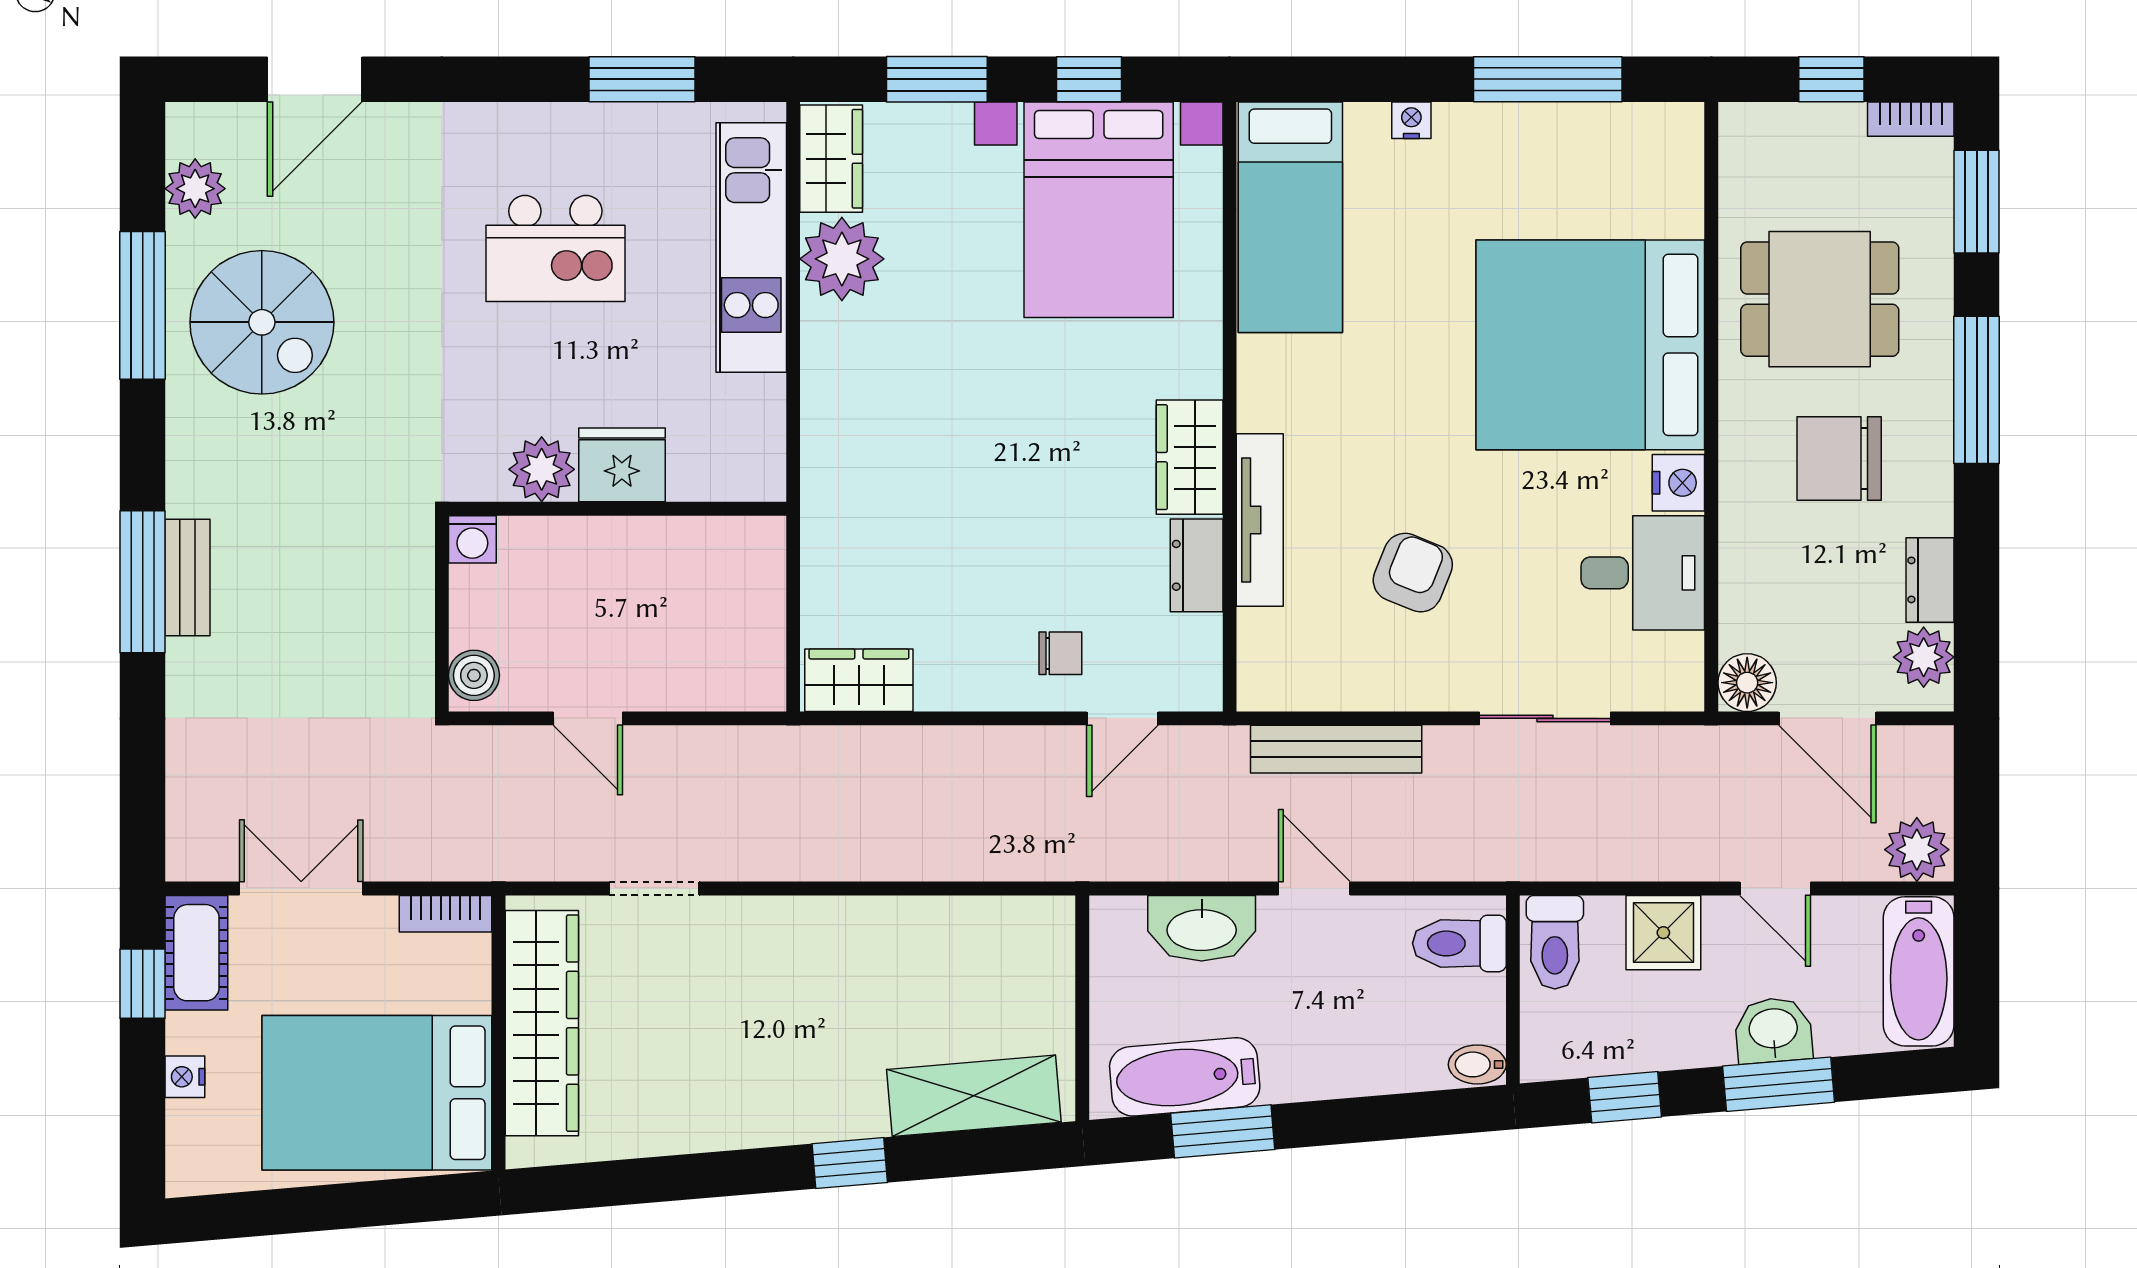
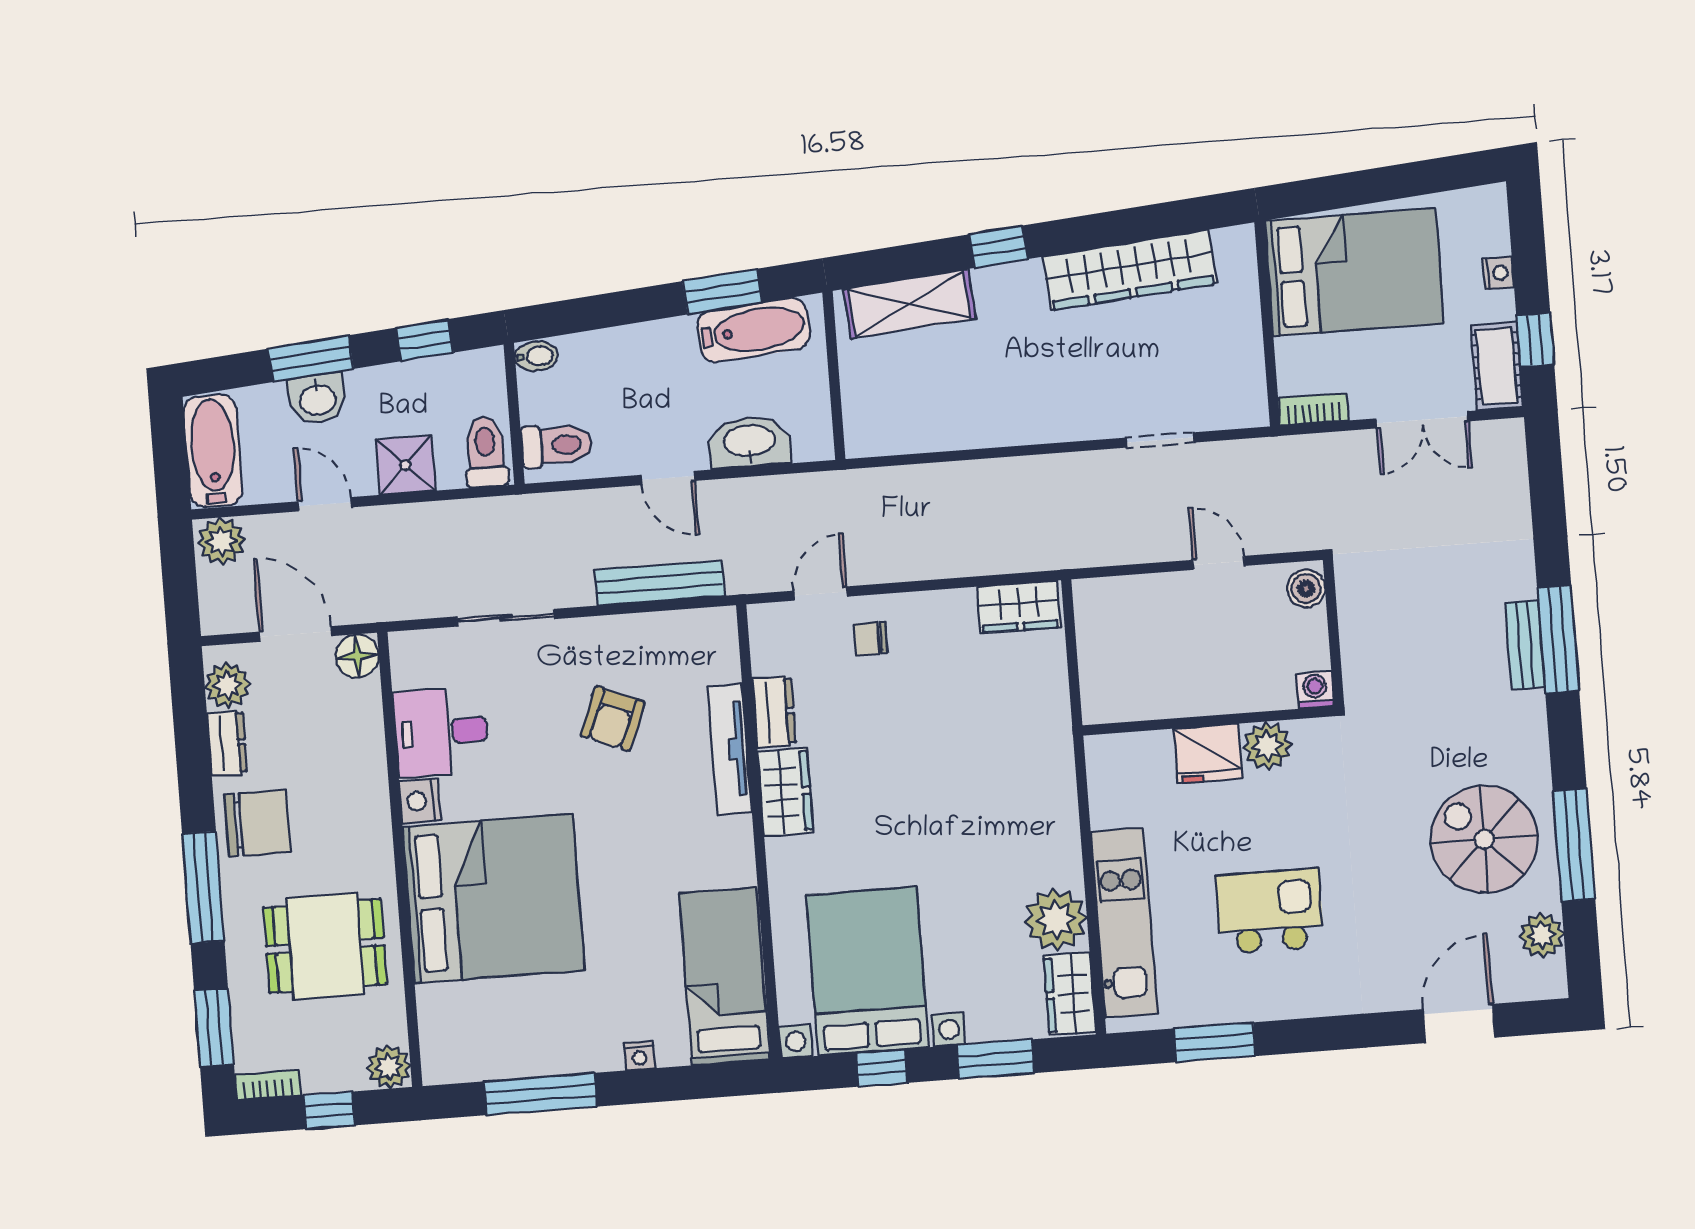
plant: (1747, 131) -> (389, 1067), added
chair: (1839, 458) -> (257, 823), moved
wardrobe: (542, 1023) -> (1130, 270), moved, turned -95

